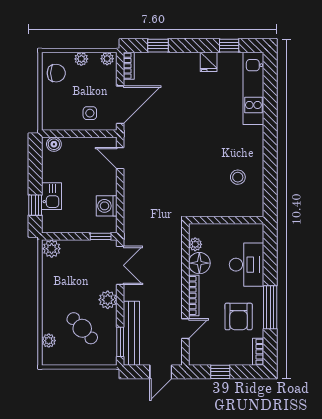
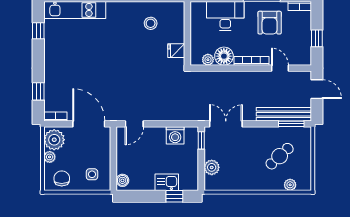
plant: (107, 59) -> (54, 140), width x1.87, depth x1.87
fridge: (209, 62) -> (176, 51), moved, turned 180
side table: (90, 113) -> (92, 174), moved
plant: (52, 249) -> (212, 167), moved
plant: (108, 300) -> (255, 134), removed
armchair: (239, 316) -> (270, 23), turned 90

